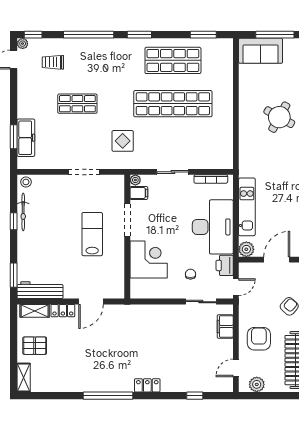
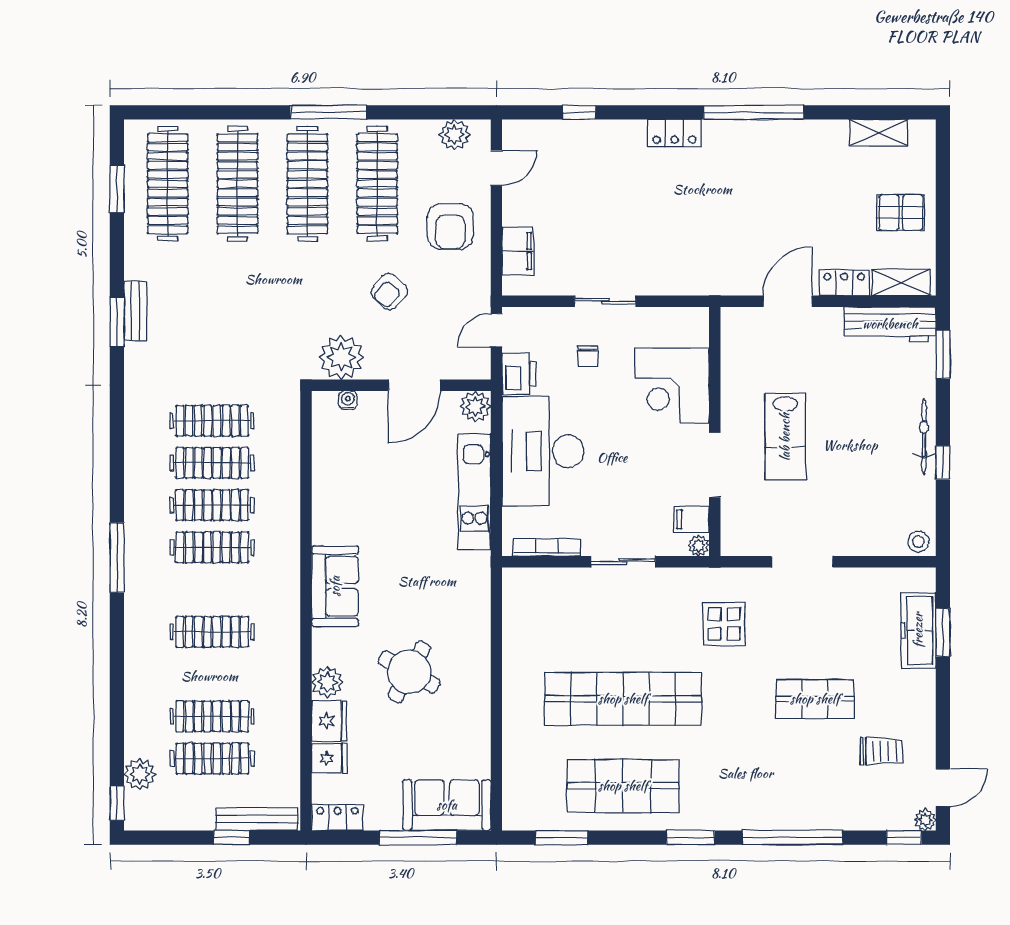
trolley: (53, 62) -> (881, 751), moved
bicycle: (23, 212) -> (924, 436), moved
sliding door: (201, 302) -> (605, 301), moved
shelving: (24, 378) -> (878, 132), moved, turned 90

